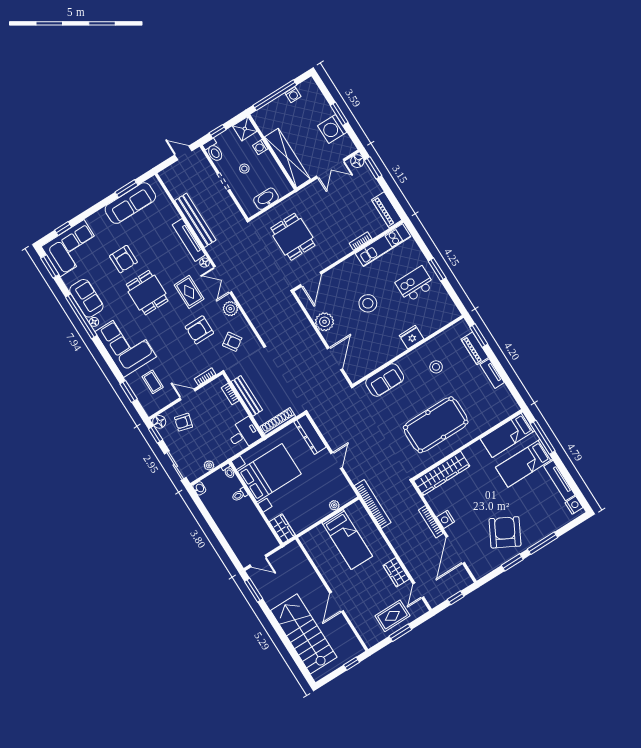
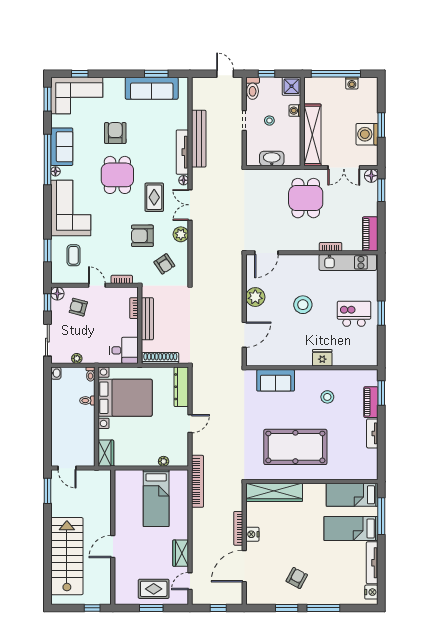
dining table: (293, 237) -> (306, 198), moved
armchair: (123, 259) -> (115, 133), turned 180
armchair: (505, 532) -> (297, 578), width x0.53, depth x0.53

